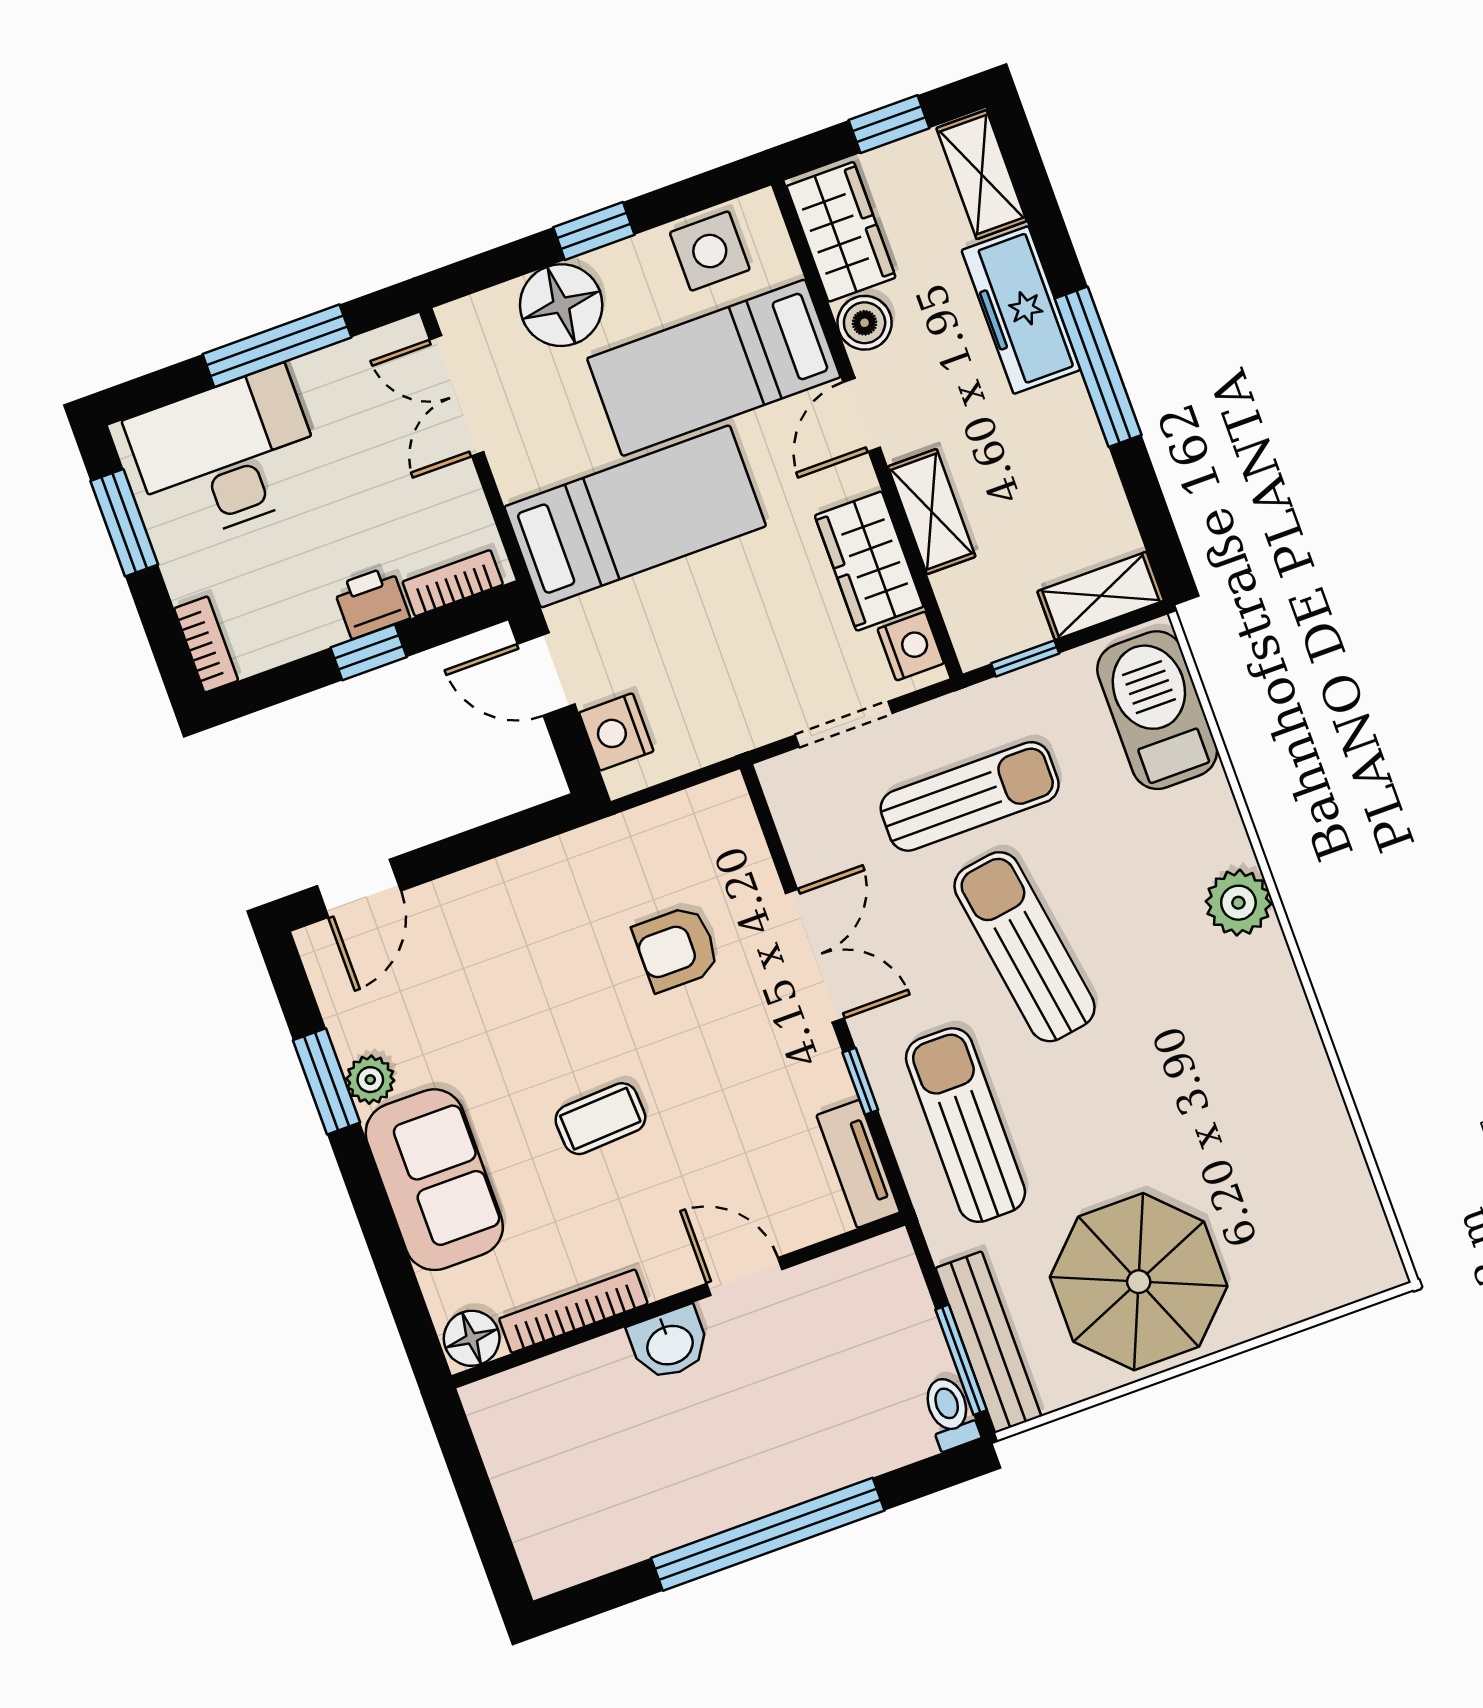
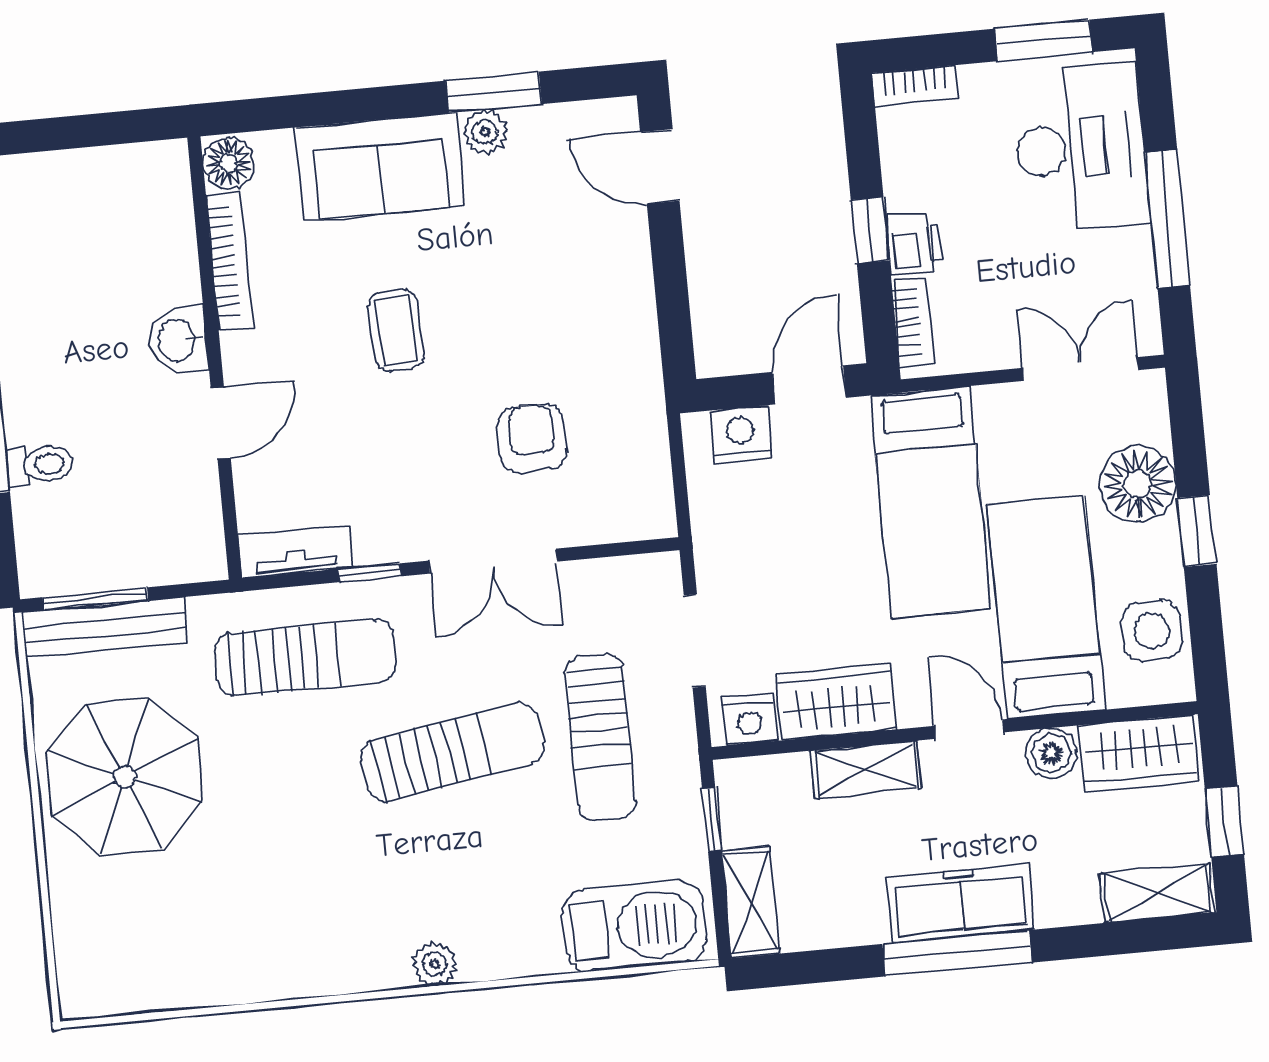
freezer: (1021, 310) -> (961, 903), moved
plant: (1238, 903) -> (435, 964), width x0.73, depth x0.73
toilet: (950, 1413) -> (40, 465), moved

